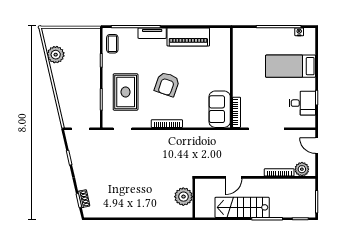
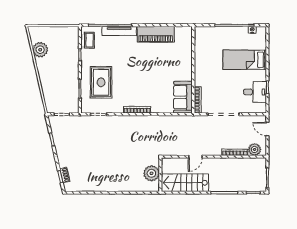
tv unit: (152, 33) -> (119, 31), width x1.41
armchair: (167, 84) -> (137, 75), removed
stairs: (242, 207) -> (185, 183), moved

